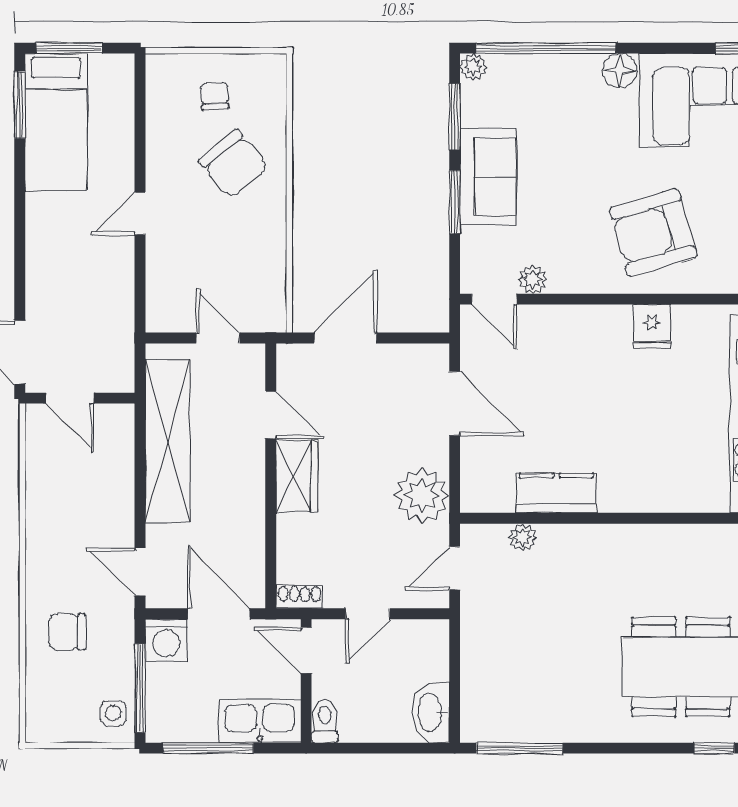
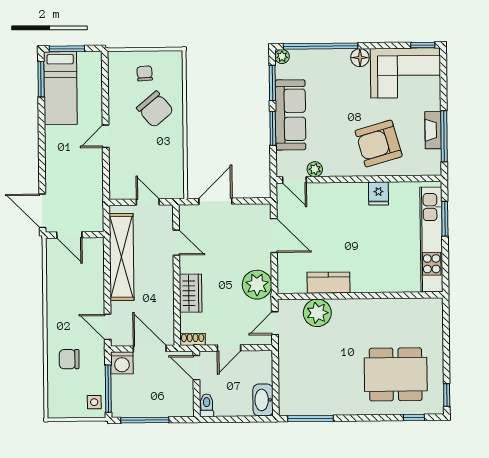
sofa: (488, 177) -> (290, 115), width x1.36
wardrobe: (297, 476) -> (191, 293), moved
plant: (522, 537) -> (317, 313), width x1.87, depth x1.87
kitchen sink: (260, 721) -> (172, 406), removed

